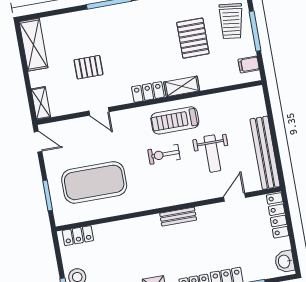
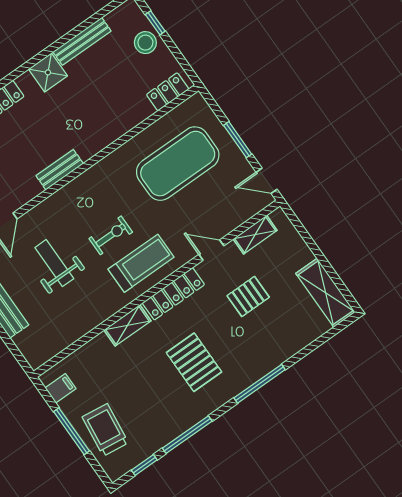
pallet: (193, 38) -> (194, 362), moved
locker: (148, 92) -> (173, 294), width x1.53
shelving: (41, 103) -> (255, 235), moved, turned 90
treadmill: (175, 120) -> (141, 263), moved
window: (48, 196) -> (238, 140), moved

